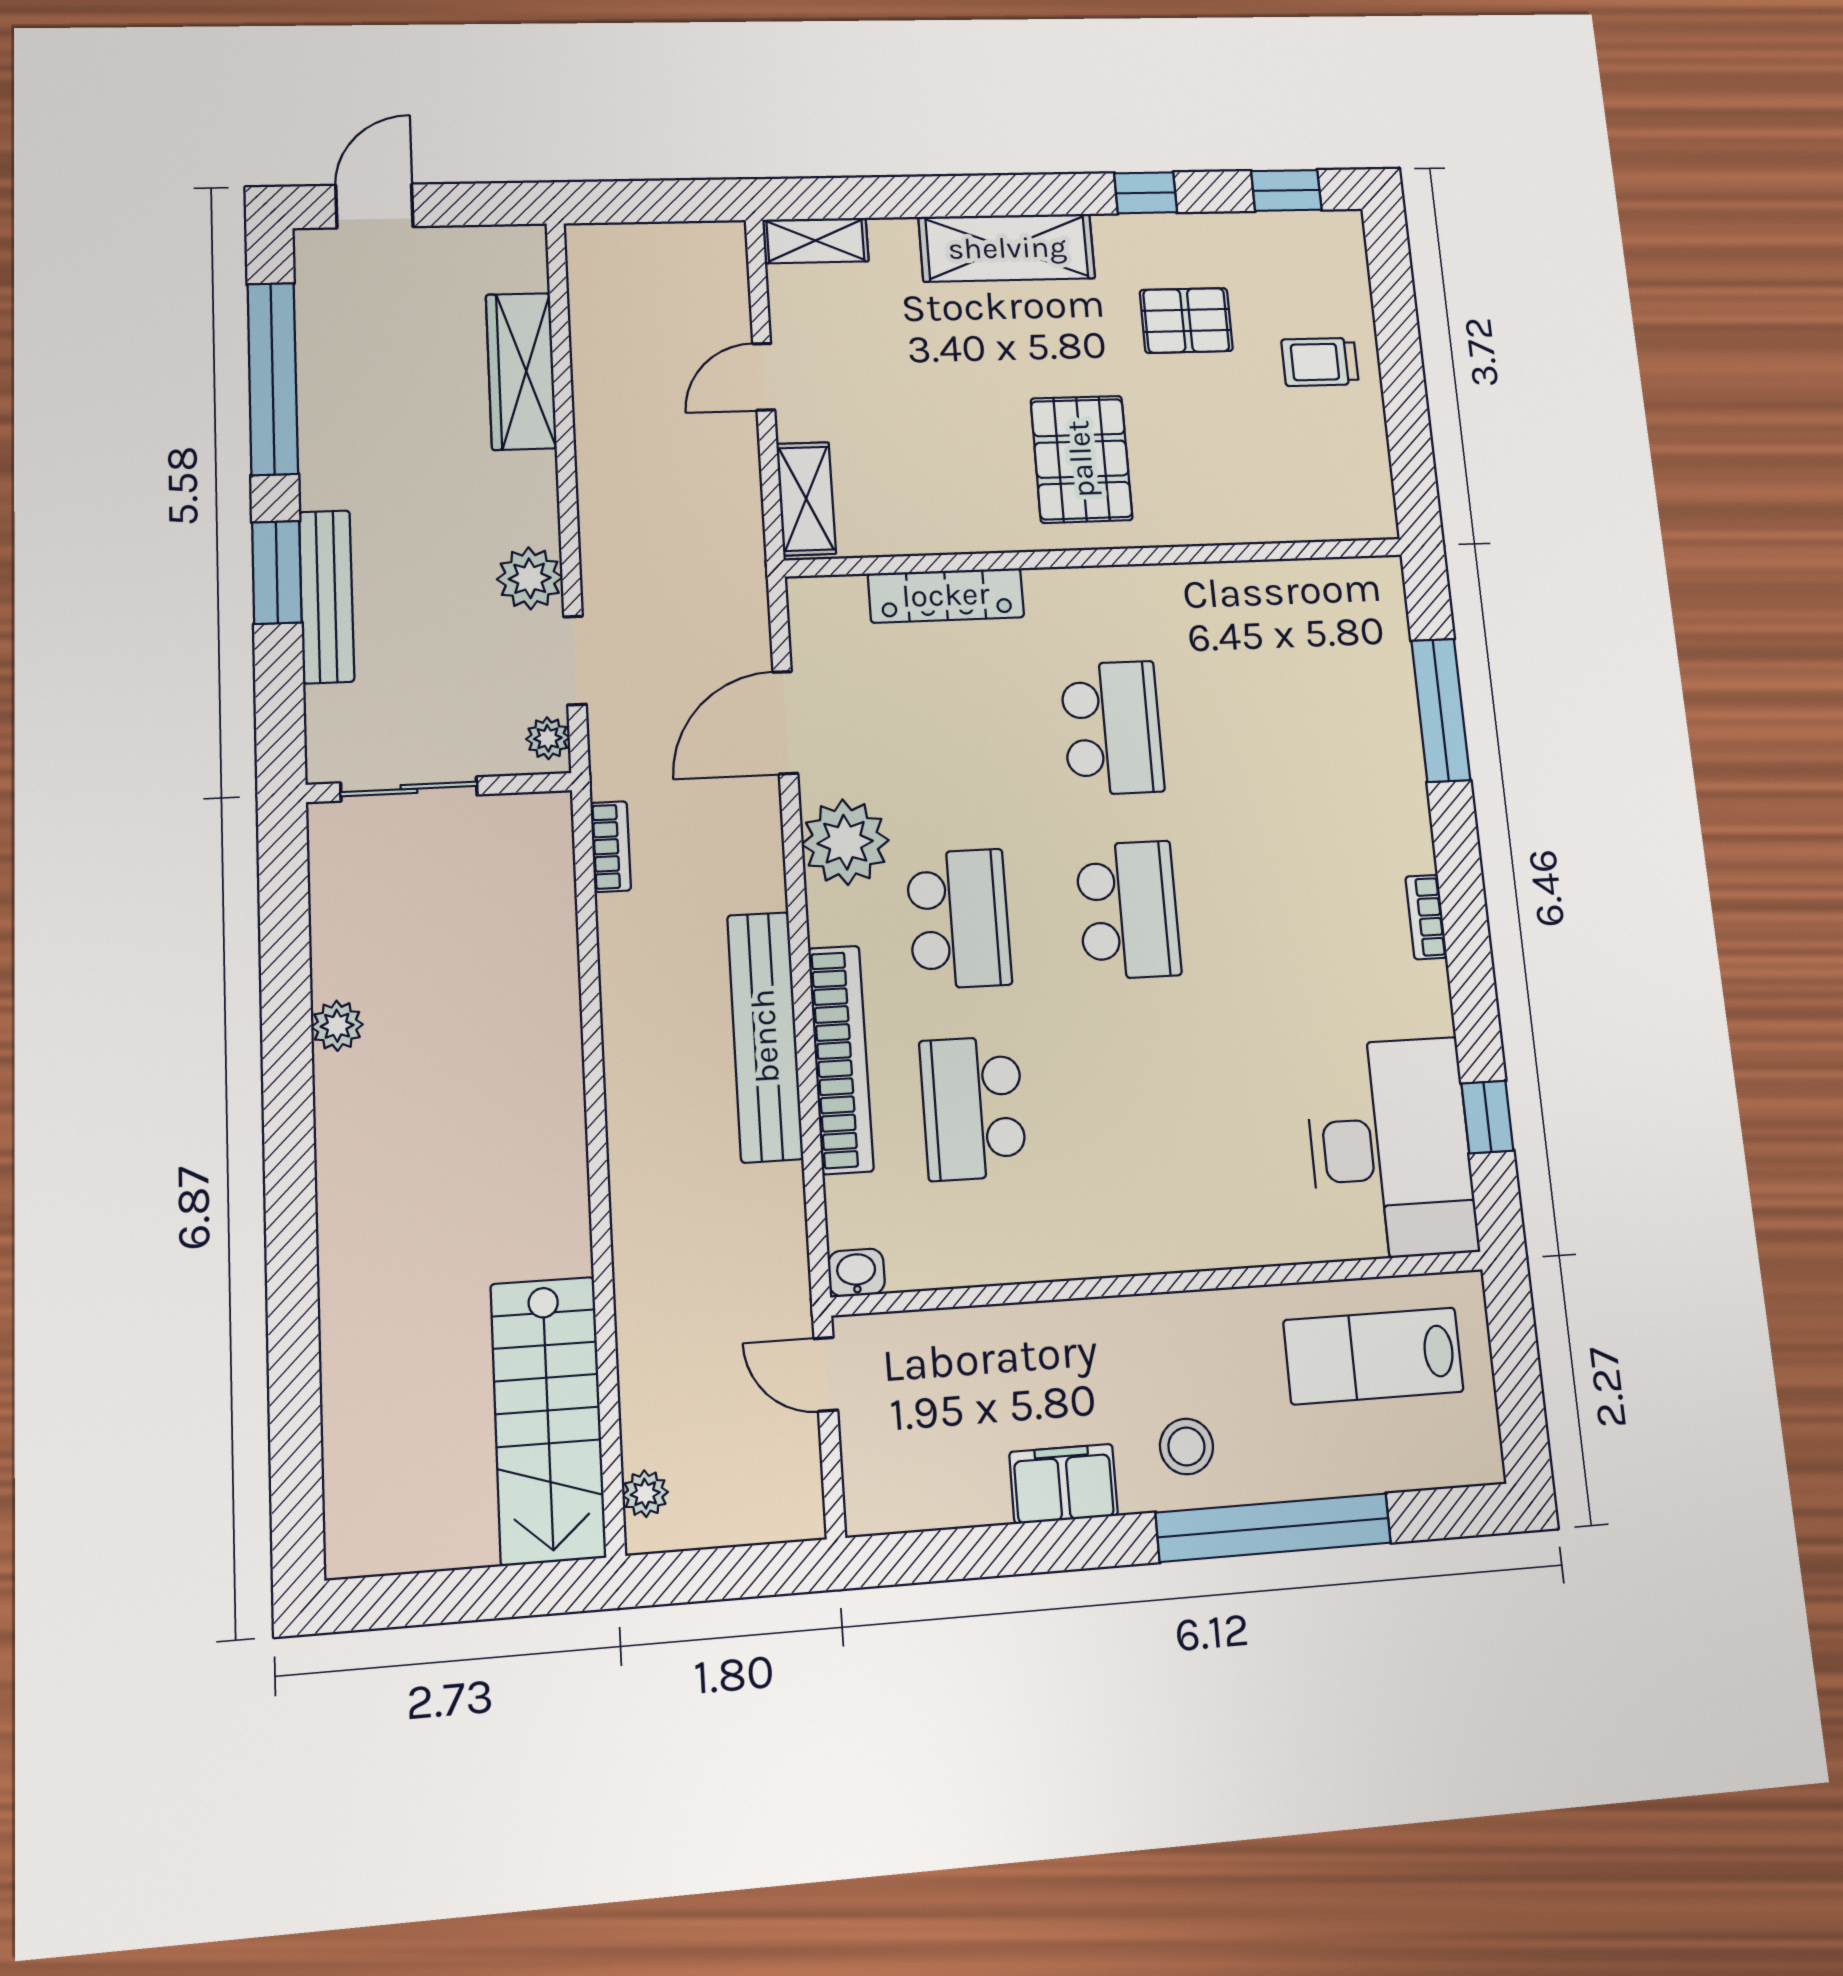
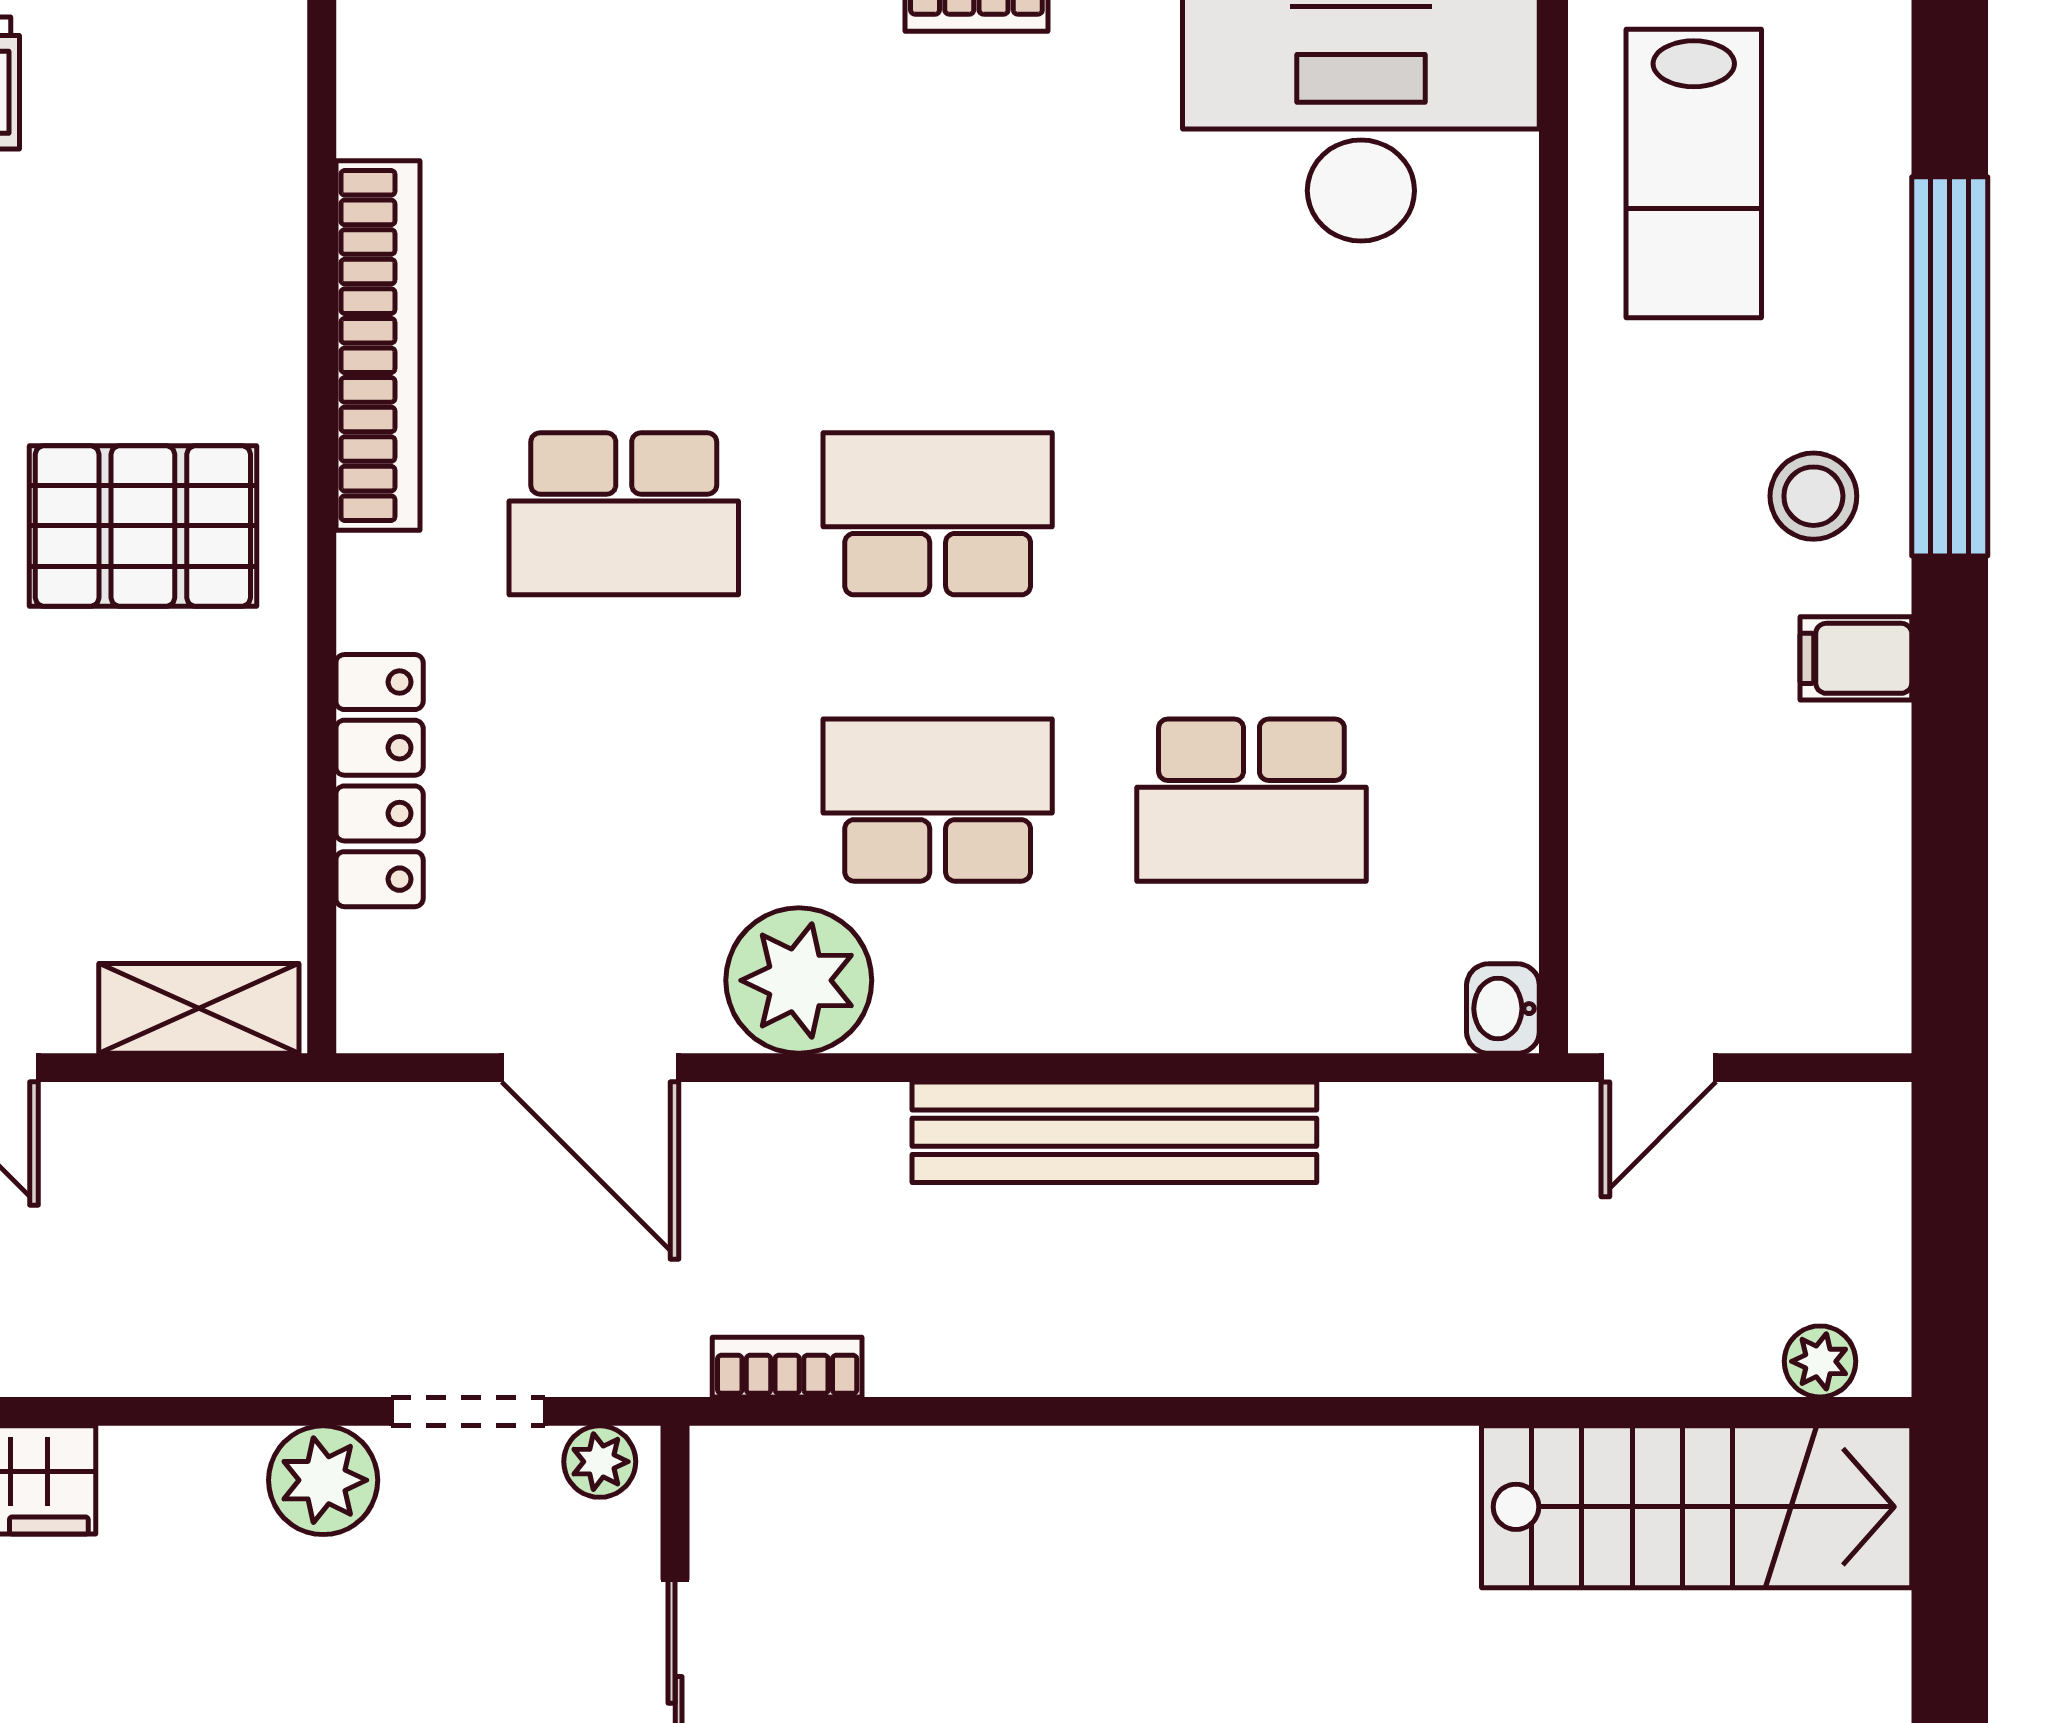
school desk: (1112, 728) -> (624, 514), turned 180
bookcase: (841, 1059) -> (378, 345), moved, turned 90
filing cabinet: (1064, 1484) -> (1856, 658), width x0.50

